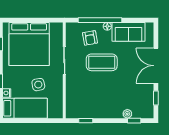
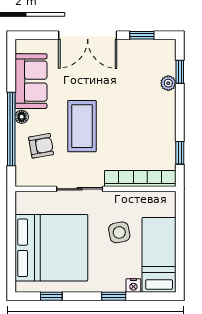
bookcase: (70, 97) -> (140, 178), added

